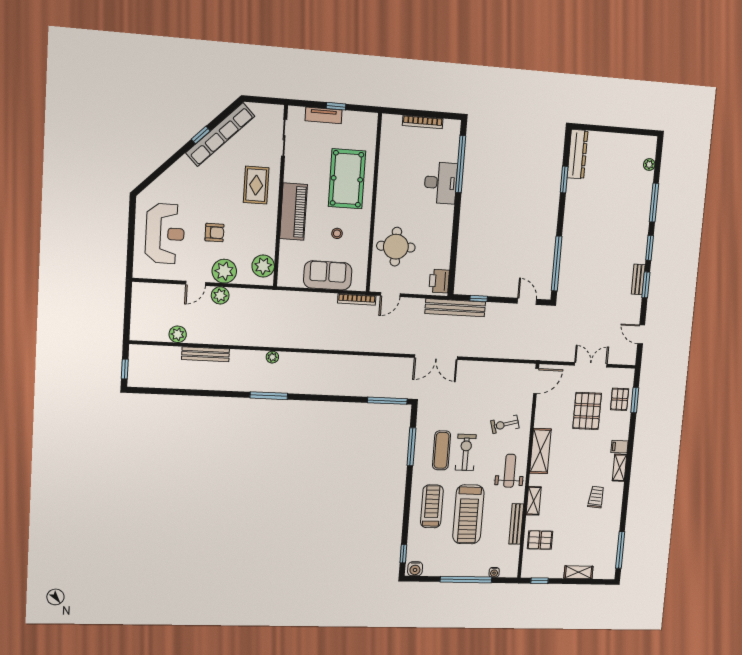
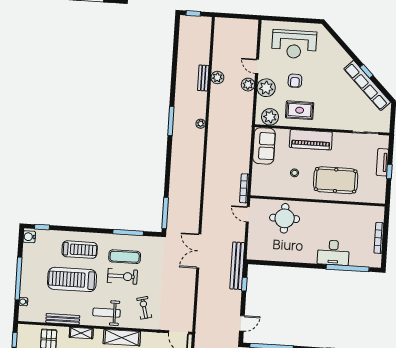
rug: (256, 185) -> (300, 110), moved
sofa: (328, 275) -> (264, 146), moved
printer: (439, 281) -> (258, 253), removed
plant: (178, 334) -> (217, 78), moved
bench: (206, 354) -> (203, 78), width x0.73
weight bench: (510, 471) -> (106, 313), turned 180

